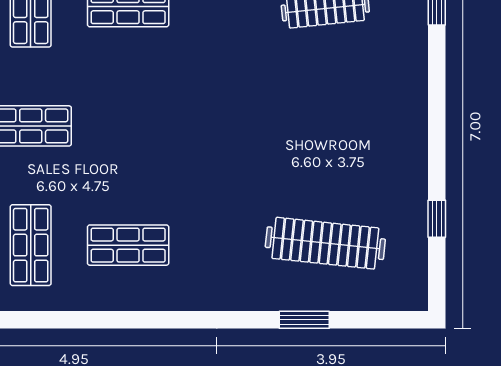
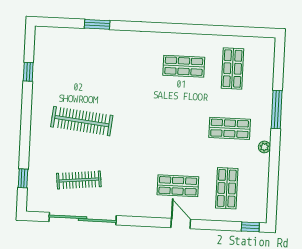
clothes rail: (325, 243) -> (82, 121), moved

